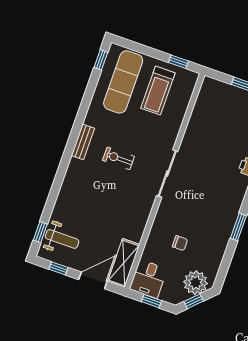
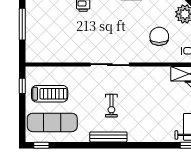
bench: (83, 142) -> (108, 137), width x1.36
chair: (180, 243) -> (159, 36), width x1.87, depth x1.87

